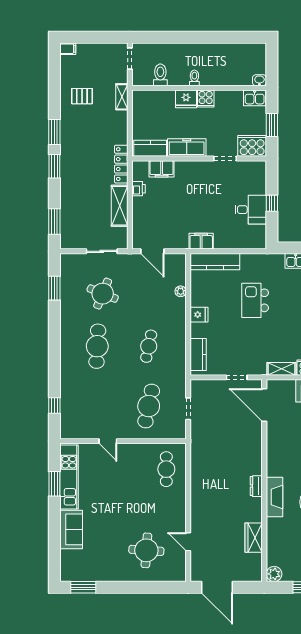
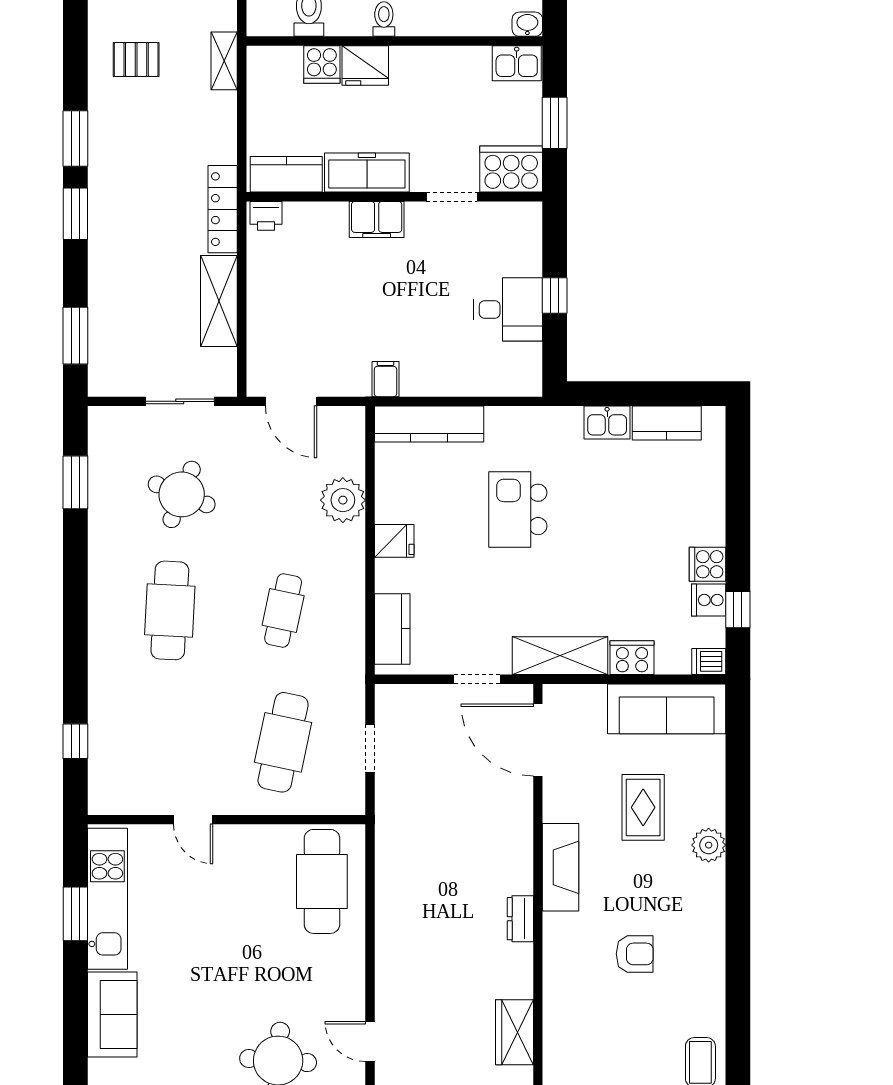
cooker: (206, 99) -> (322, 65), moved
filing cabinet: (162, 169) -> (377, 219), moved
printer: (139, 189) -> (266, 216), moved, turned 90
filing cabinet: (201, 241) -> (385, 379), width x0.50
plant: (181, 291) -> (343, 500), width x1.88, depth x1.88
shelving: (281, 369) -> (560, 656), width x1.50, depth x1.33
cafe table: (166, 469) -> (322, 881), width x1.37, depth x1.35
fireplace: (275, 497) -> (561, 867), moved

